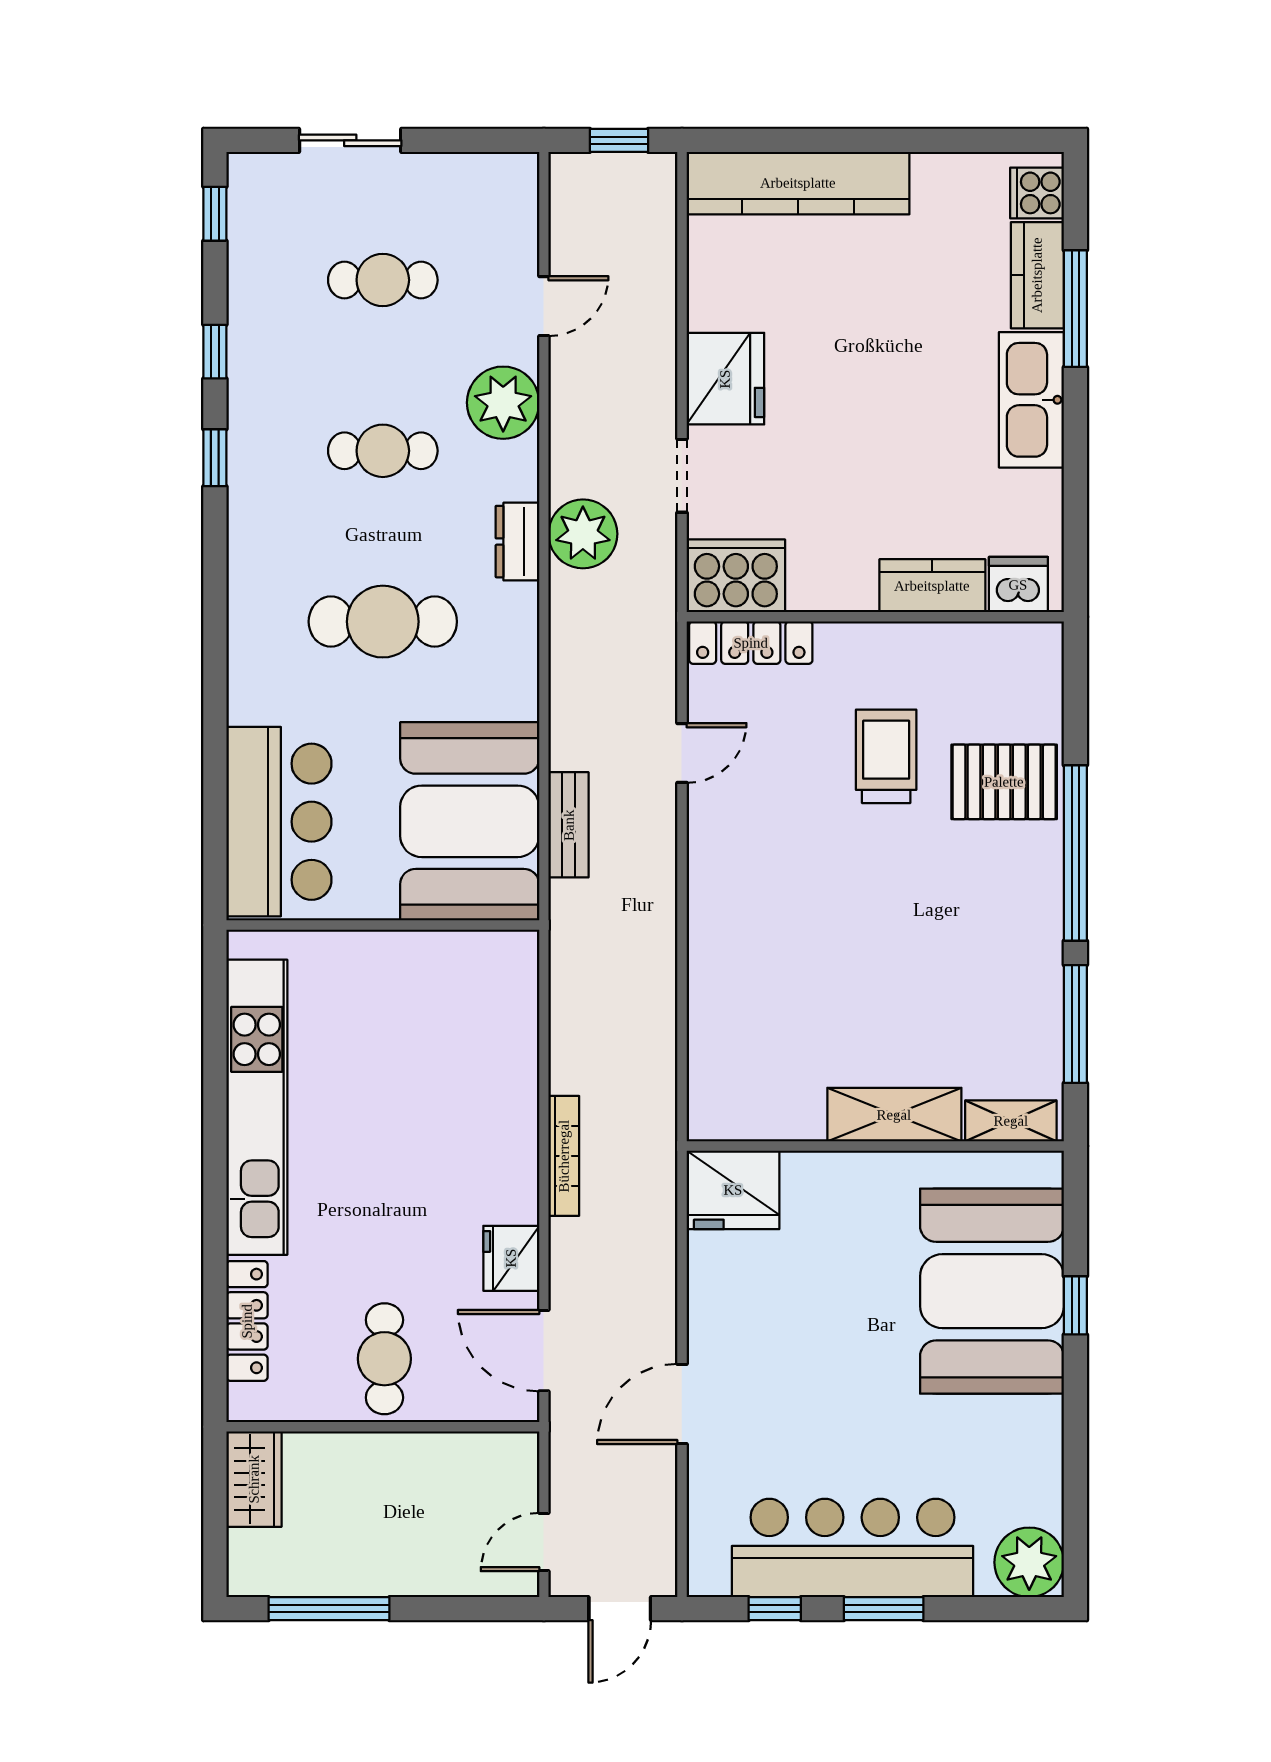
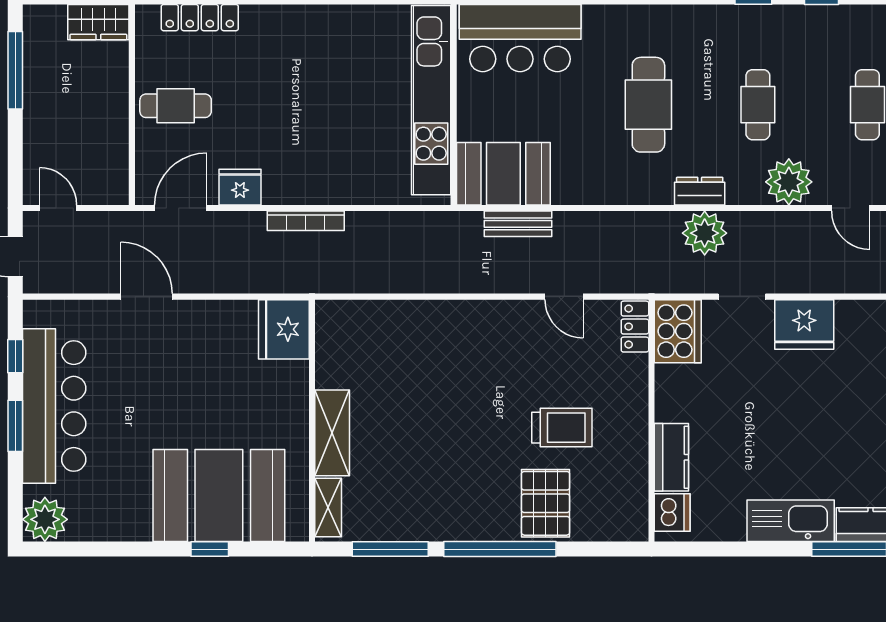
locker: (751, 643) -> (635, 327), width x0.66
booth: (470, 821) -> (503, 174), width x0.73, depth x0.70
kitchen unit: (257, 1107) -> (431, 100), moved, turned 90

